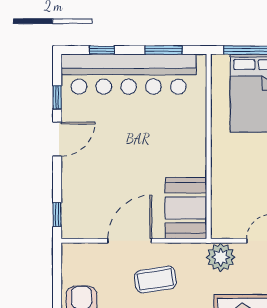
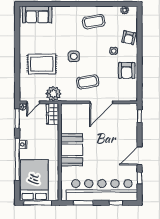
booth: (186, 208) -> (72, 150), moved
wardrobe: (222, 219) -> (53, 114), added

